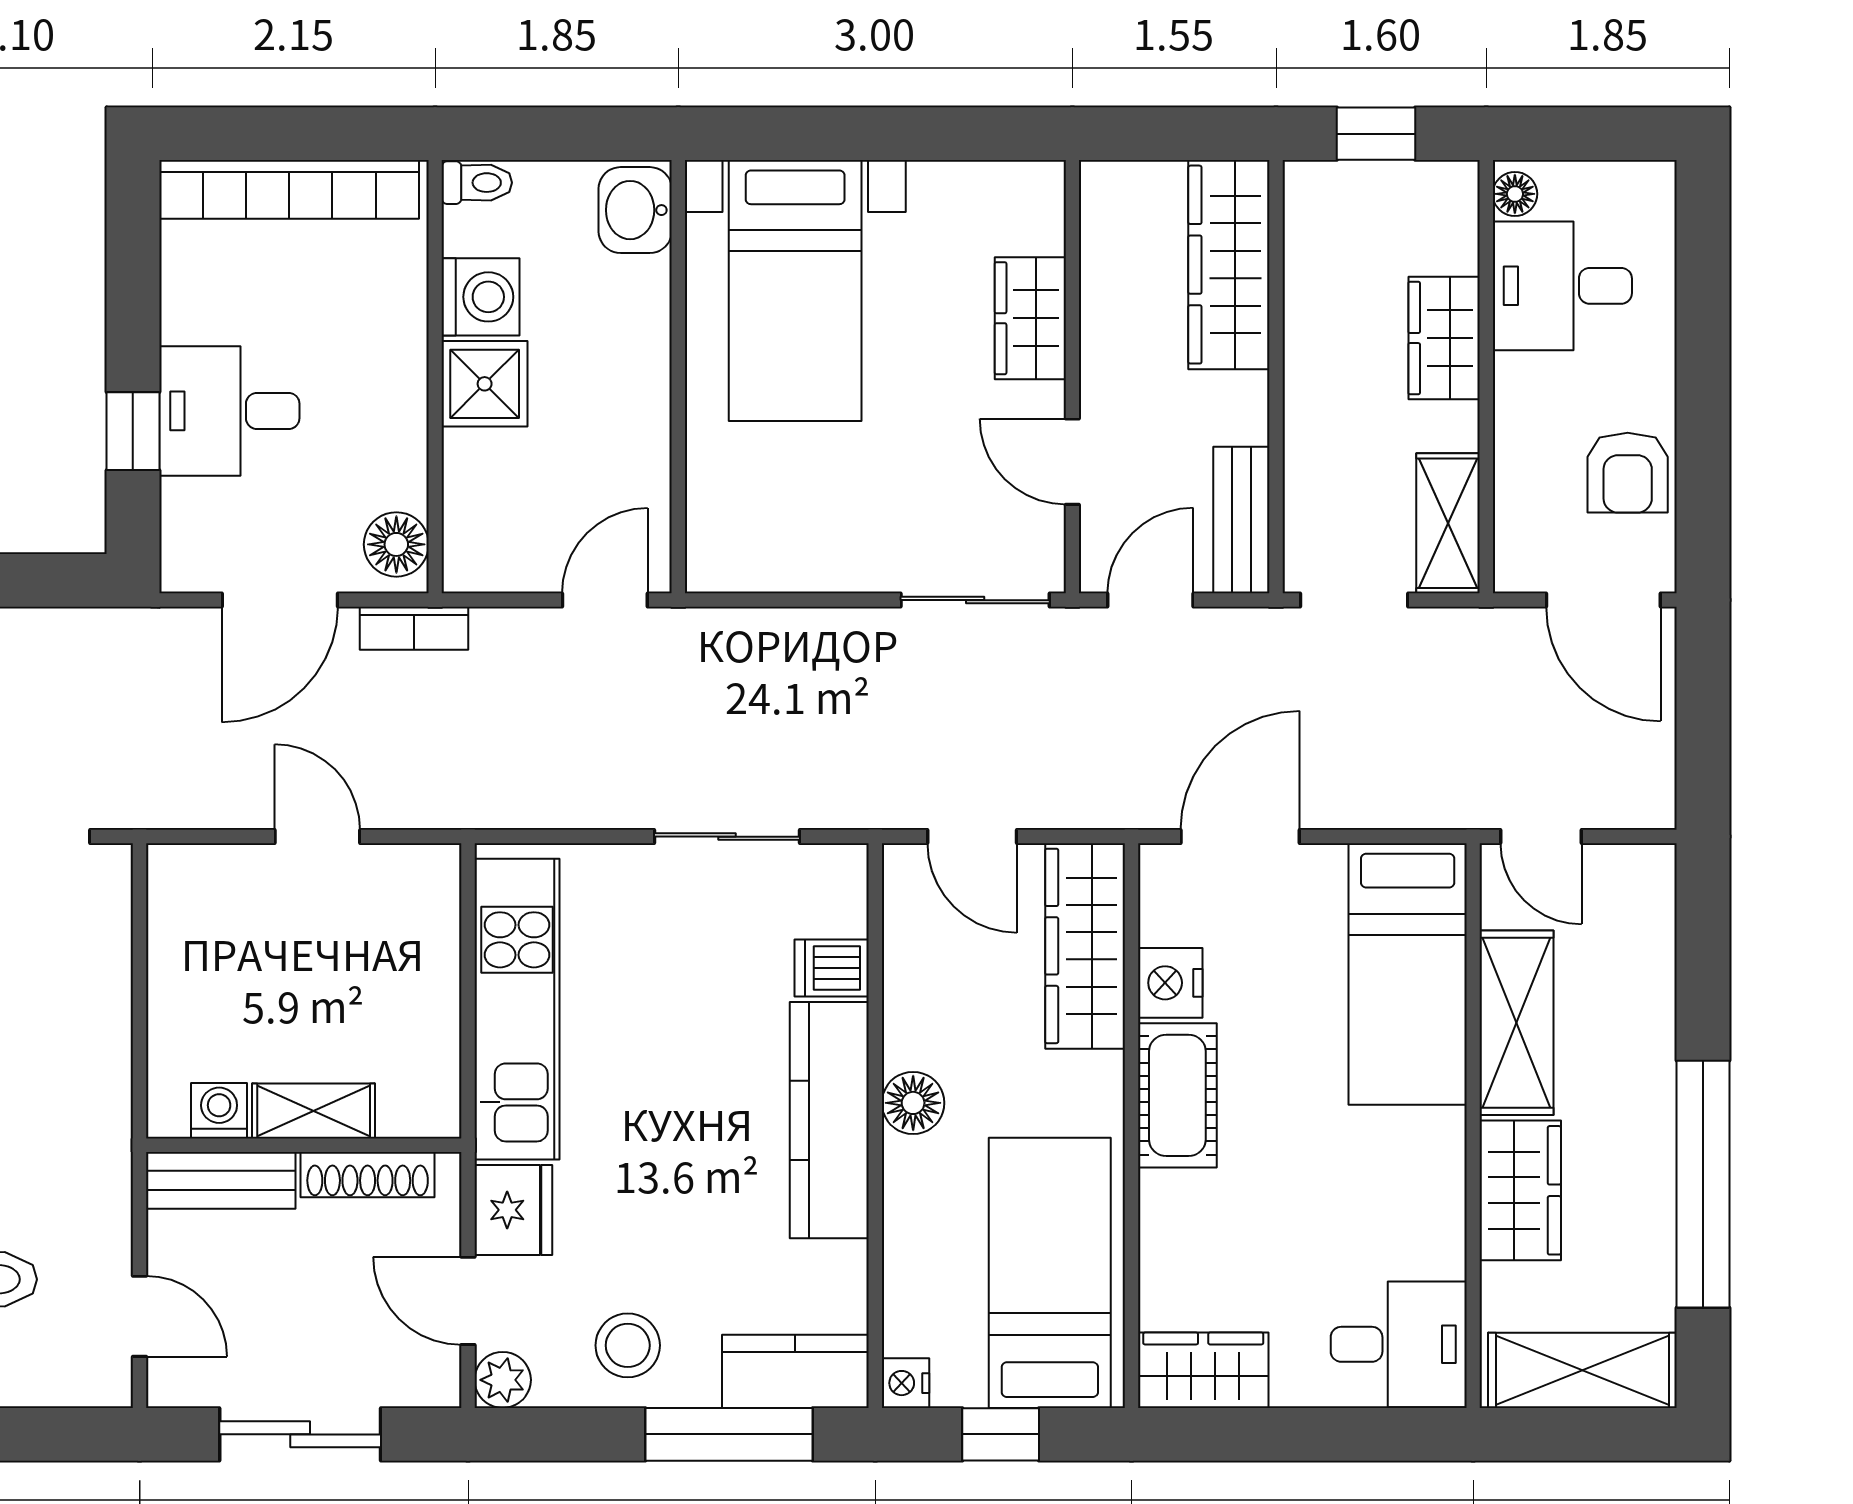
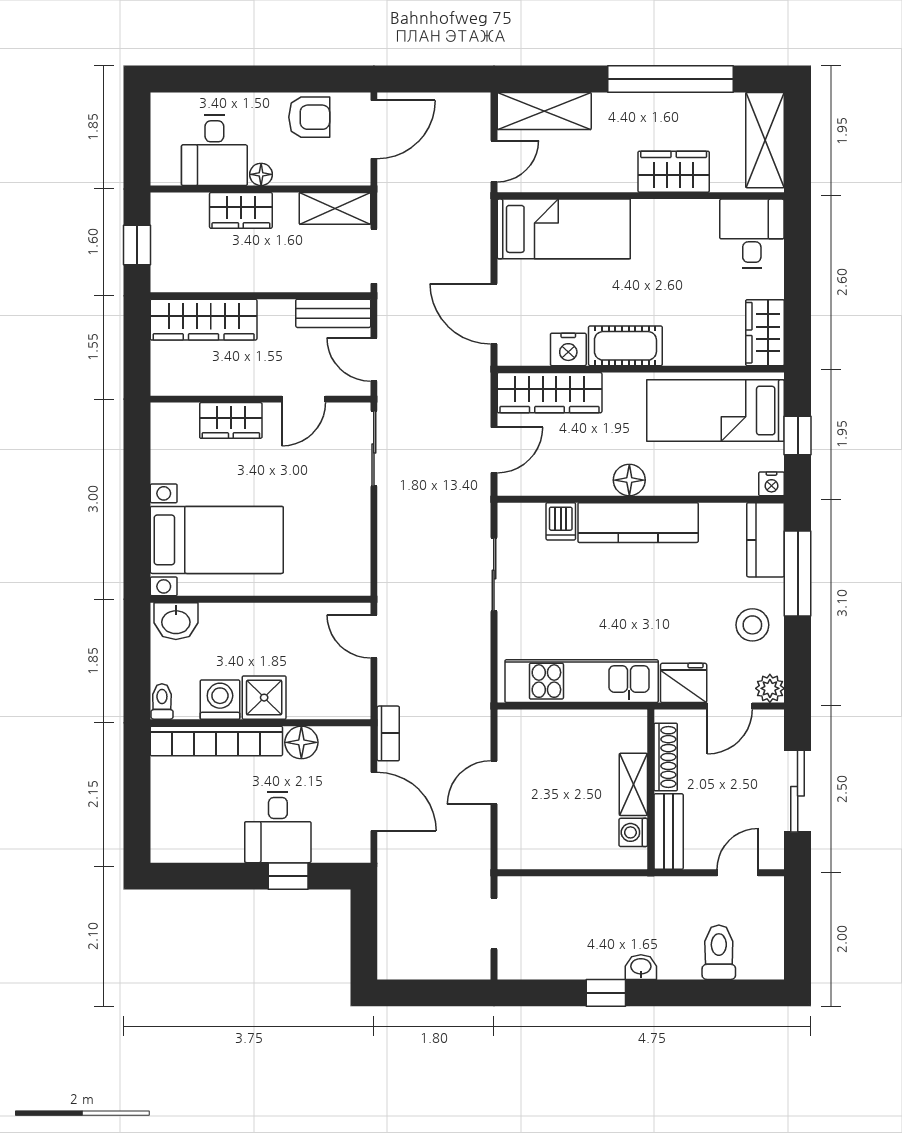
bookcase: (289, 189) -> (216, 741), moved, turned 90
floor lamp: (1515, 194) -> (261, 174), moved
floor lamp: (396, 544) -> (301, 742), moved
shelving: (1517, 1023) -> (544, 111), moved

